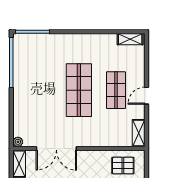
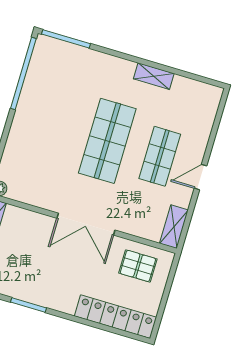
shelving: (130, 39) -> (154, 76), moved
double door: (56, 148) -> (86, 224), moved

